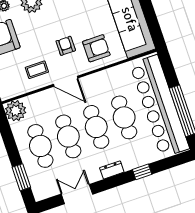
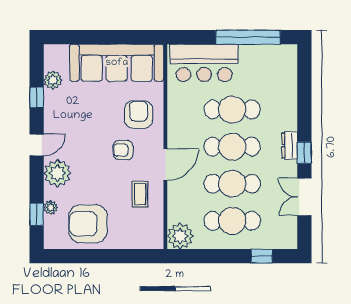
bar counter: (159, 106) -> (204, 63), width x0.54
window: (142, 172) -> (304, 153), moved
window: (21, 177) -> (262, 256), width x0.67

